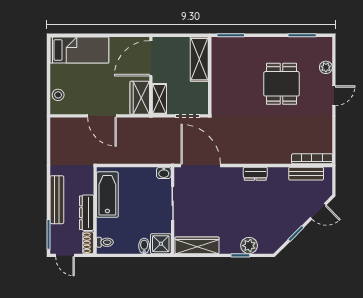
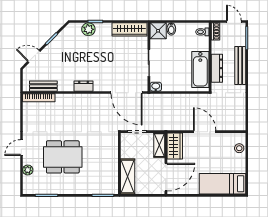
dining table: (282, 84) -> (63, 157), width x1.37
dresser: (87, 213) -> (217, 68), moved

